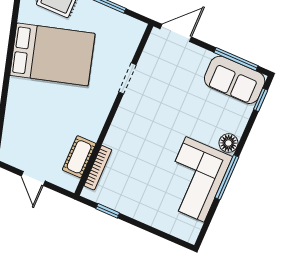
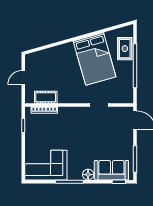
sofa: (235, 80) -> (111, 170), moved, turned 90
corner sofa: (195, 179) -> (46, 165), moved

